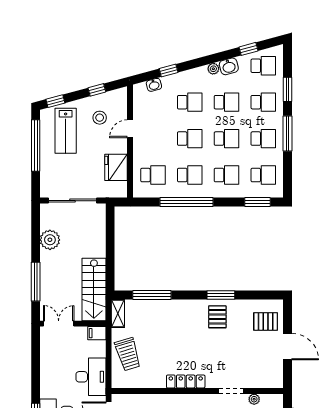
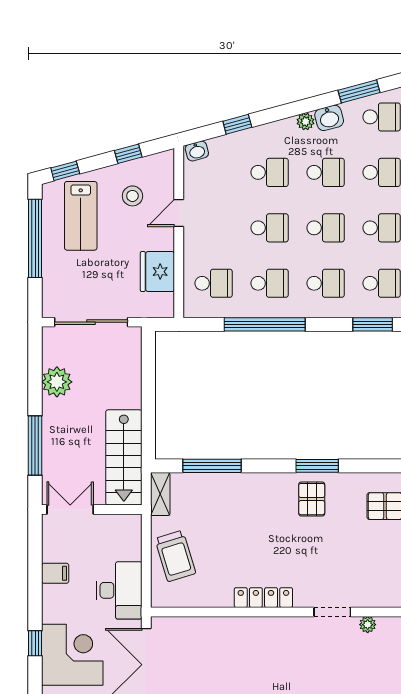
window: (248, 49) -> (359, 91), width x1.50
washbasin: (154, 85) -> (197, 151), moved
filing cabinet: (97, 333) -> (55, 573), moved, turned 180

